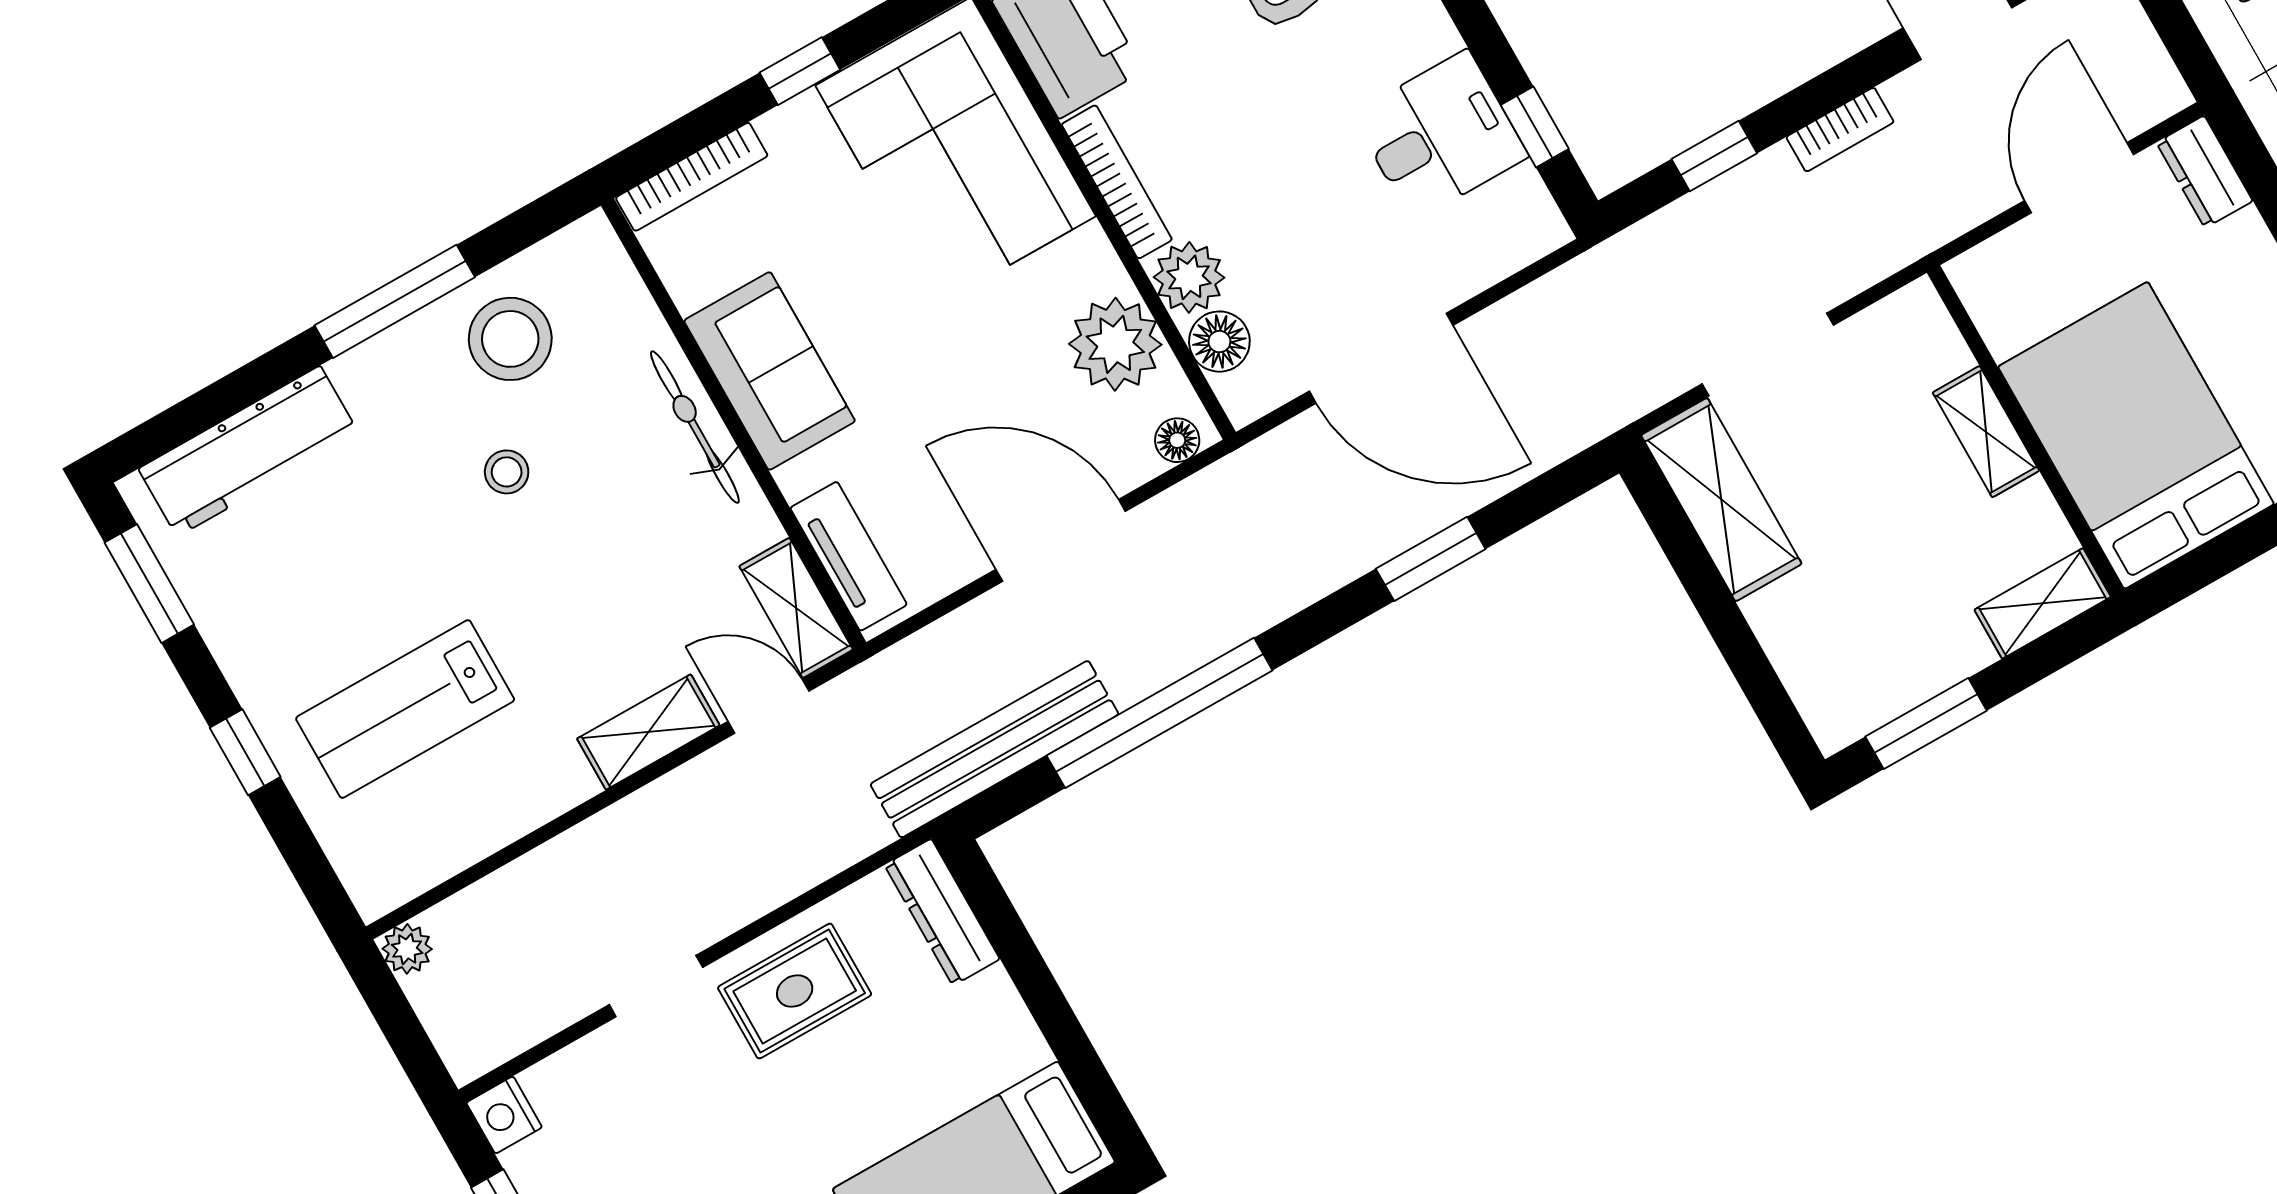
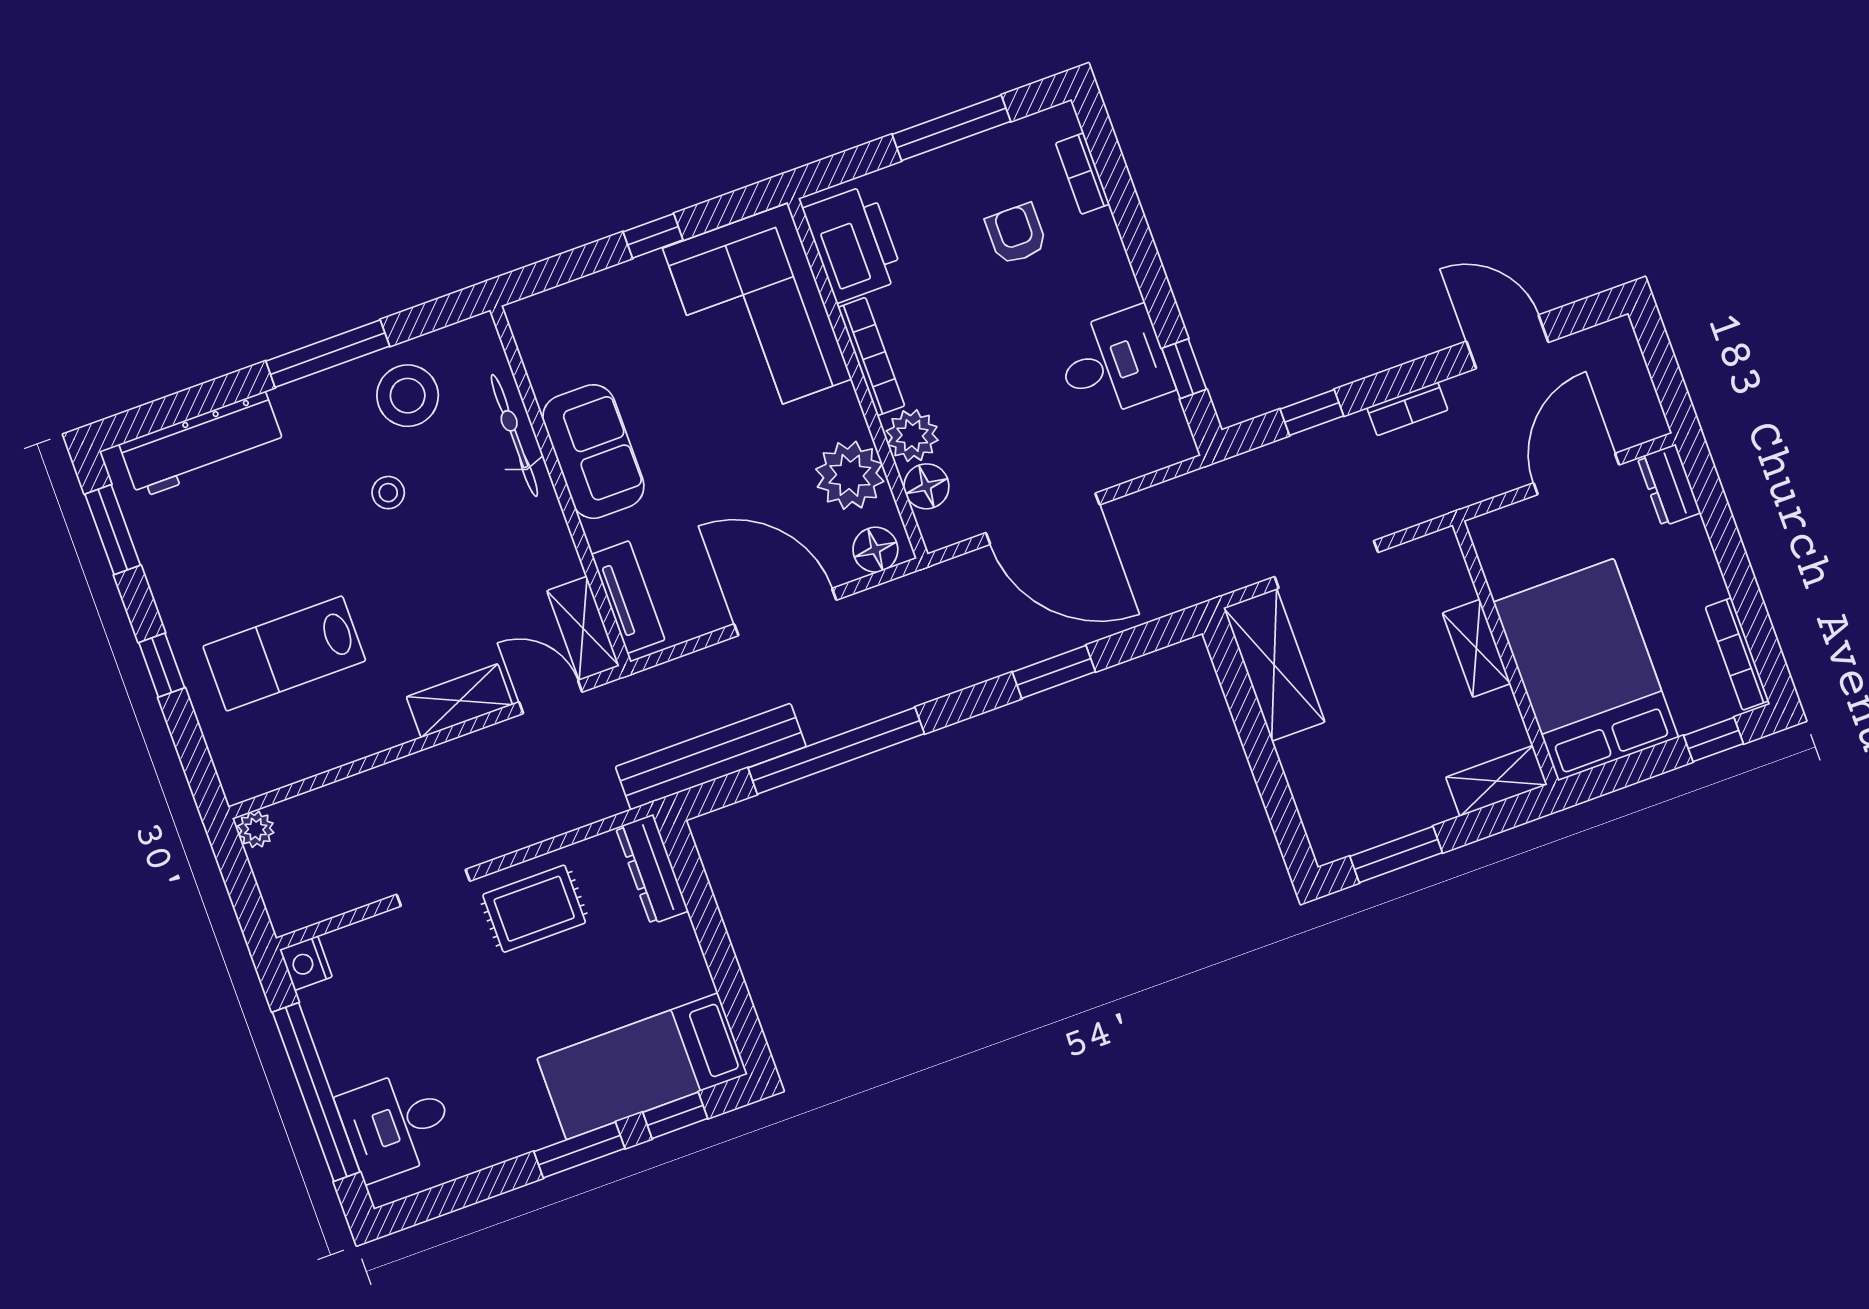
bookcase: (692, 177) -> (561, 300), removed
bicycle: (695, 427) -> (514, 435), moved
floor lamp: (1177, 440) -> (875, 550), width x1.37, depth x1.37

